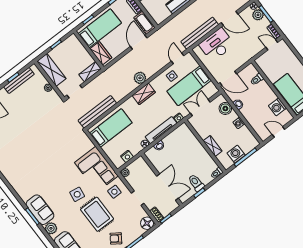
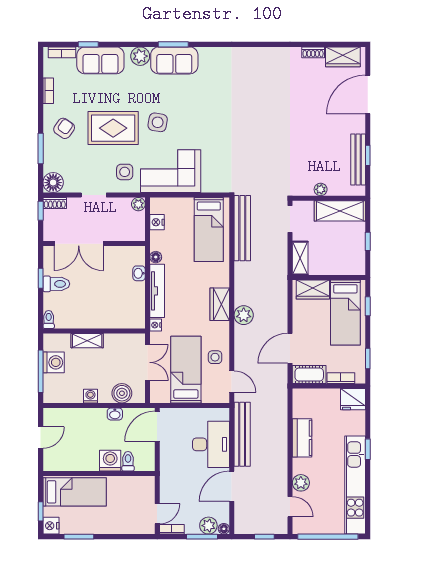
door: (139, 42) -> (290, 348), swing flipped
washing machine: (277, 107) -> (110, 461), moved

